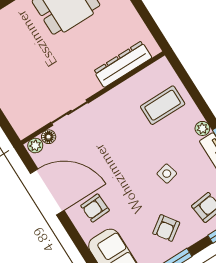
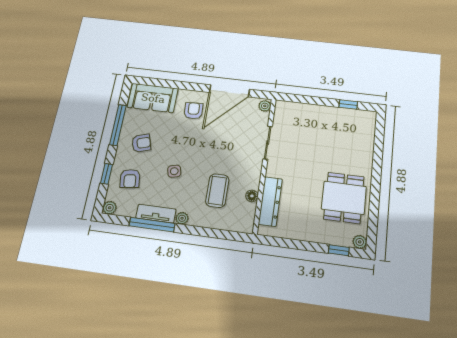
coffee table: (163, 105) -> (217, 191), moved
floor lamp: (49, 137) -> (252, 196), moved
armchair: (166, 228) -> (141, 143), turned 108

